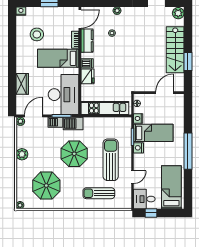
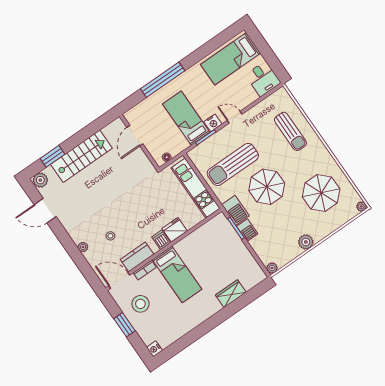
stool: (37, 34) -> (140, 304), moved
window: (188, 62) -> (52, 156), moved
door: (165, 93) -> (135, 136), hinge flipped
desk: (64, 95) -> (212, 242), removed
door: (33, 116) -> (257, 258), removed
nightstand: (138, 118) -> (182, 145), removed
window: (188, 151) -> (163, 80), moved
sun lounger: (111, 160) -> (233, 164), moved
door: (132, 177) -> (235, 117), moved
window: (151, 213) -> (273, 61), removed

